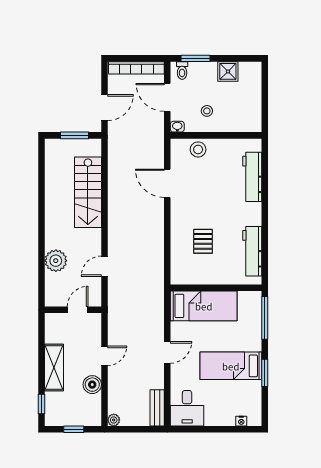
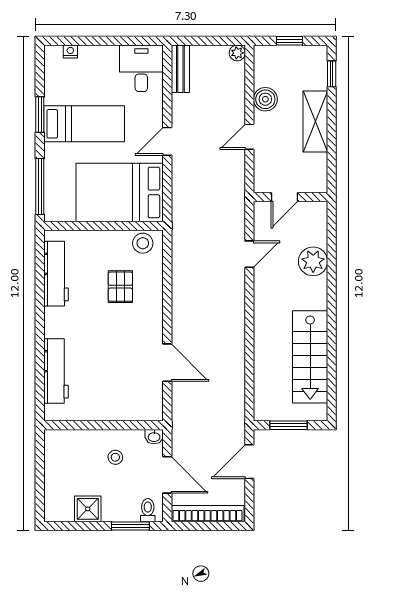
stool: (198, 149) -> (143, 243), moved
stairs: (88, 192) -> (310, 357), moved, turned 180
bed: (204, 306) -> (120, 192), width x1.50

